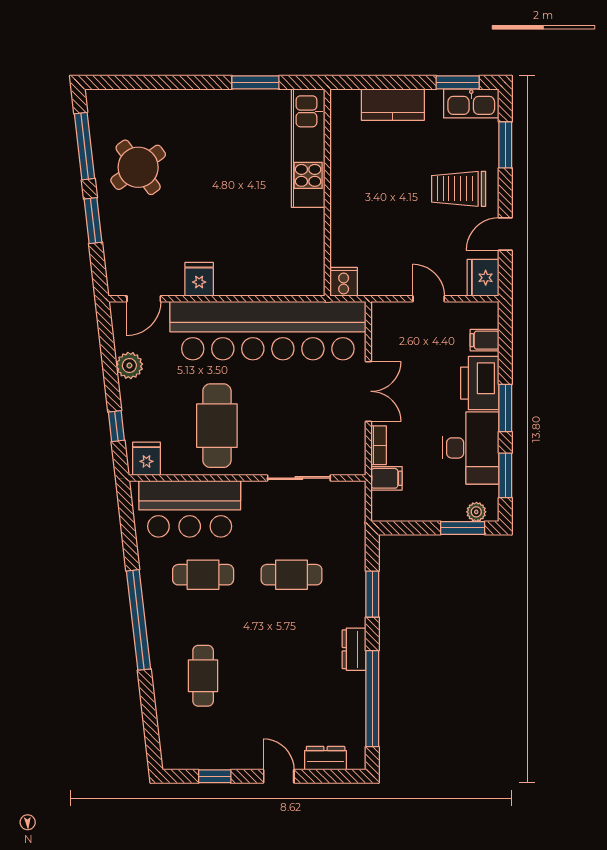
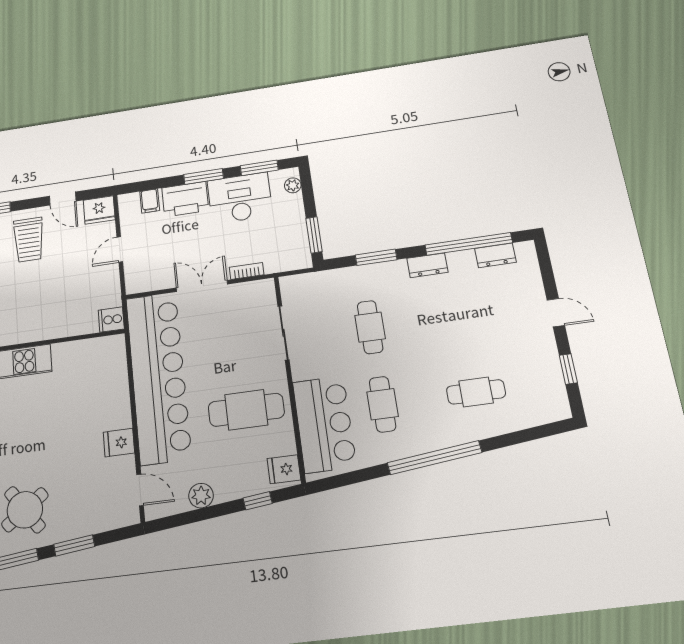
filing cabinet: (387, 478) -> (274, 260), removed
window: (463, 528) -> (314, 235), moved
dresser: (326, 758) -> (495, 255), moved, turned -90
door: (279, 776) -> (556, 313), swing flipped

